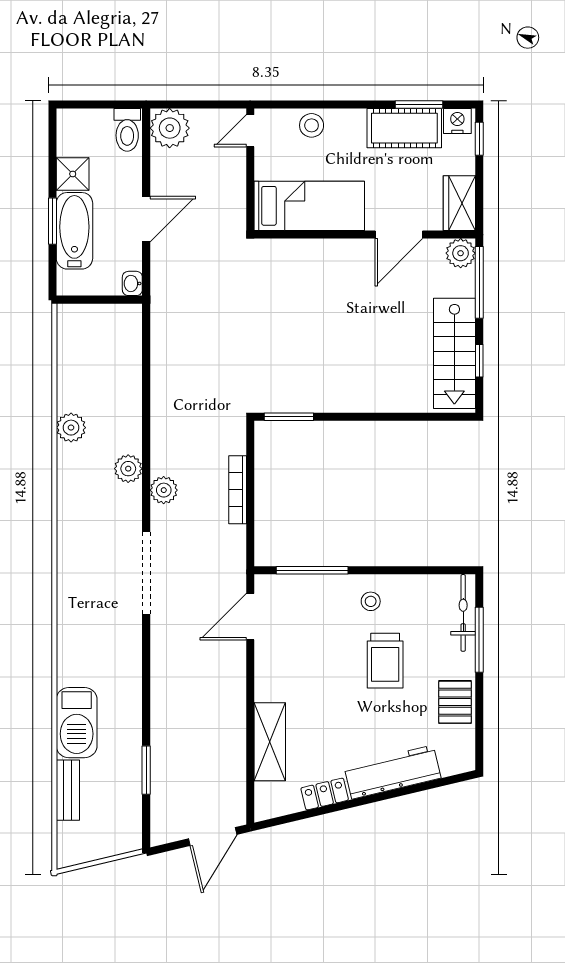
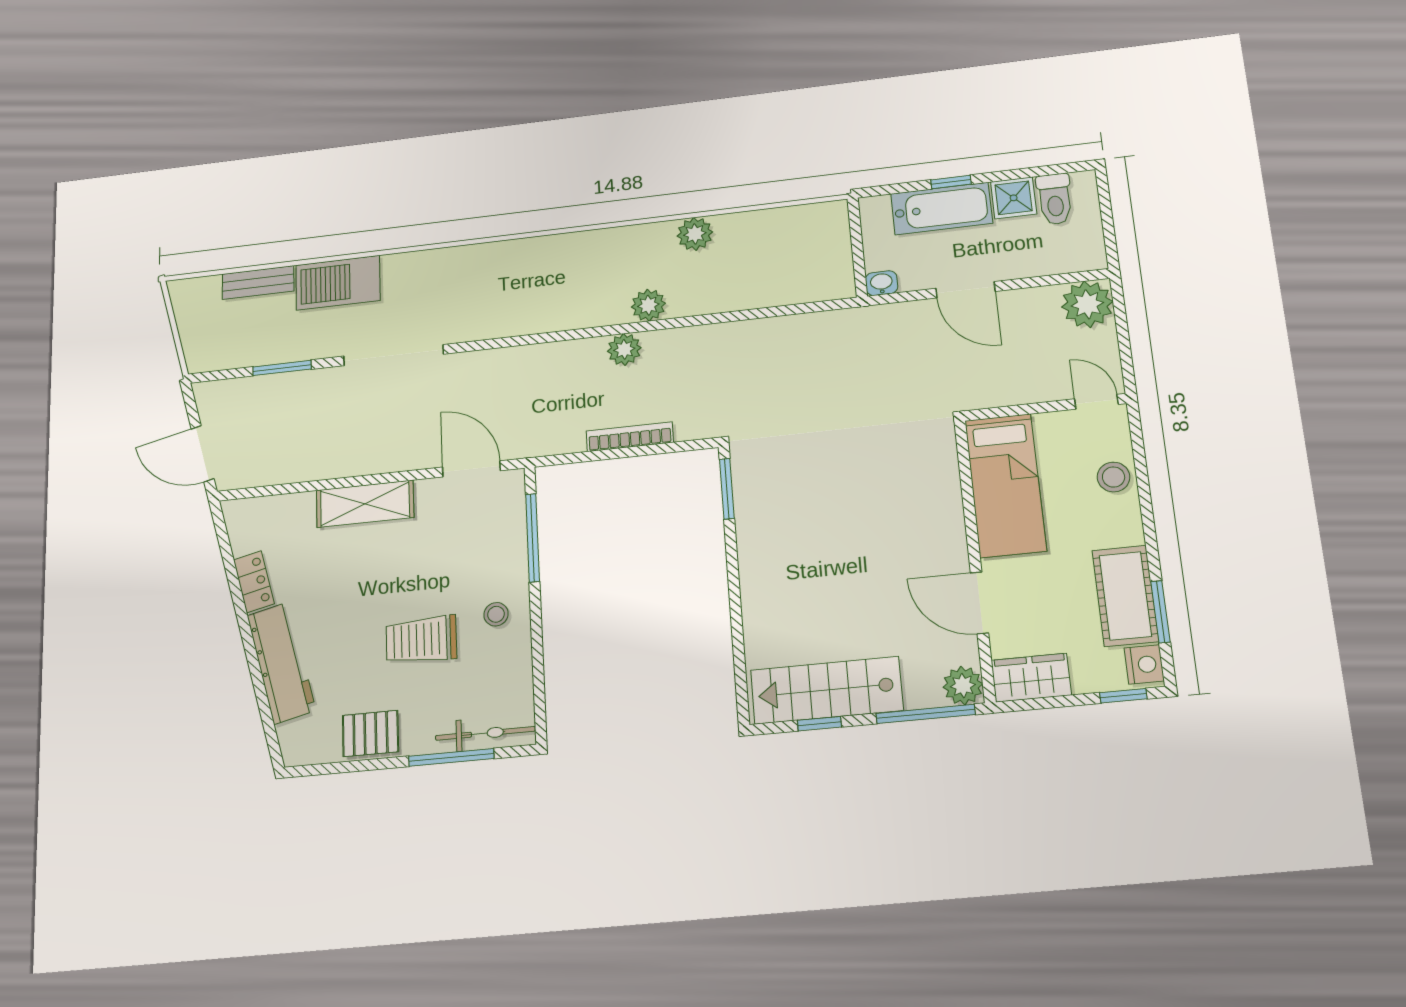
toilet: (127, 130) -> (1055, 199), moved, turned -90
window: (52, 221) -> (951, 182), width x0.67
doorway: (146, 573) -> (393, 355), moved
shelving: (270, 742) -> (365, 504), moved

